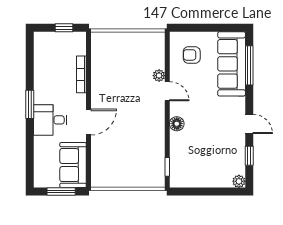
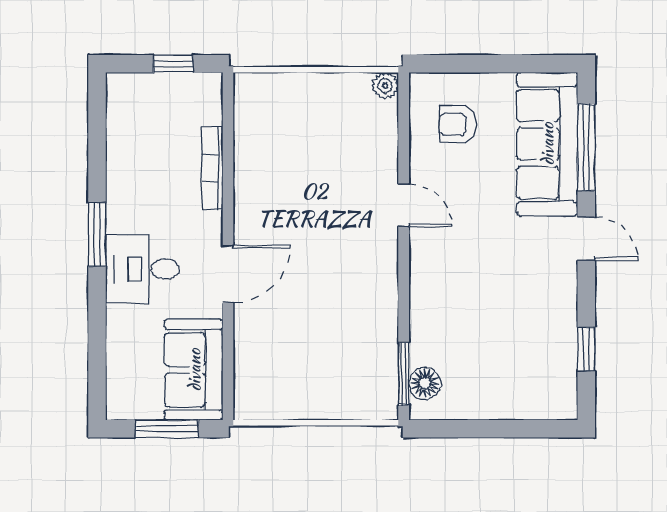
plant: (159, 76) -> (385, 86), moved
floor lamp: (177, 124) -> (425, 383), moved
door: (249, 124) -> (586, 239), moved
window: (167, 167) -> (404, 374), width x1.50
plant: (239, 181) -> (563, 406), removed

